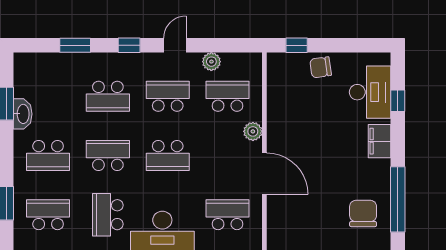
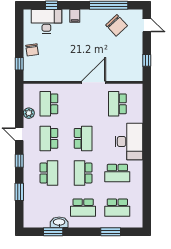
plant: (253, 131) -> (69, 89), removed
filing cabinet: (379, 141) -> (75, 16), width x0.50
school desk: (48, 155) -> (83, 208), turned 90
chair: (363, 213) -> (117, 25), turned -133
school desk: (48, 215) -> (117, 208), turned -90

